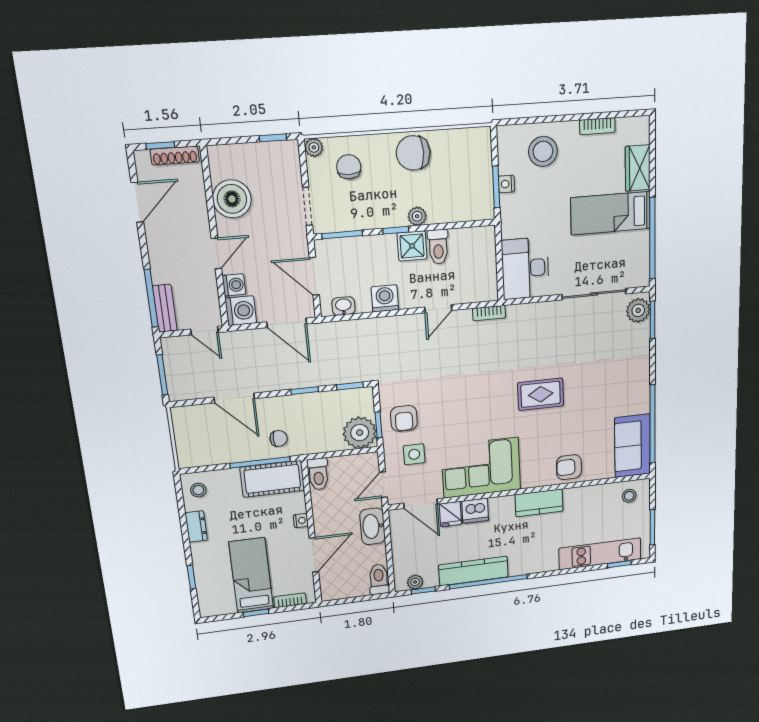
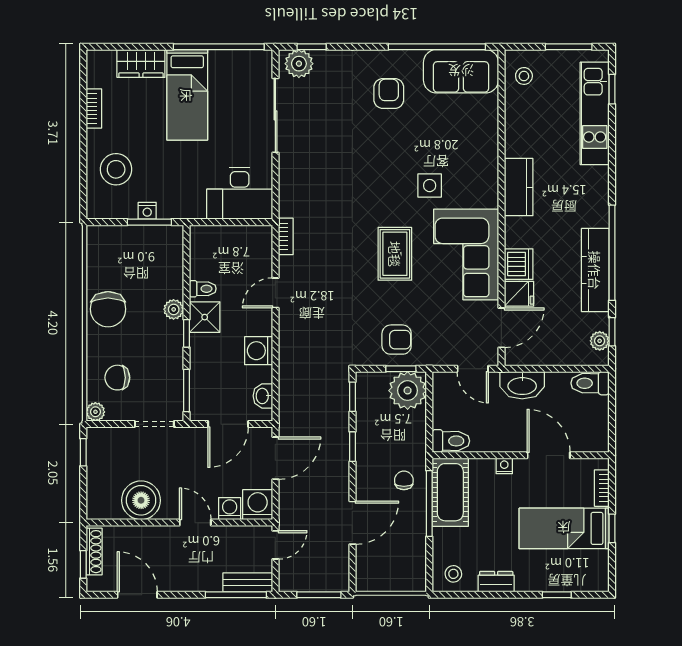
toilet: (438, 247) -> (203, 289), width x0.73, depth x0.72
door: (438, 309) -> (275, 293), swing flipped
window: (652, 320) -> (312, 47), width x0.67
rug: (541, 394) -> (395, 254), moved
side table: (414, 454) -> (430, 186), moved
armchair: (569, 467) -> (389, 94), moved, turned 180

